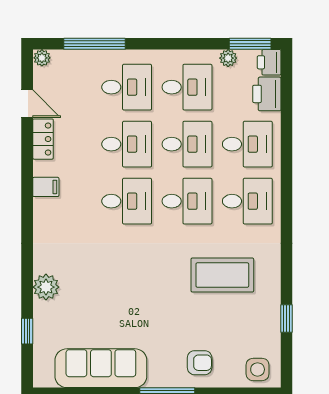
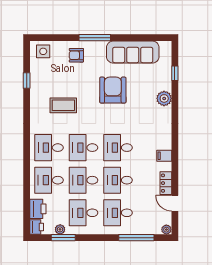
window: (250, 44) -> (63, 238), moved
coffee table: (222, 275) -> (63, 105), width x0.73, depth x0.76
armchair: (136, 302) -> (113, 90), added

